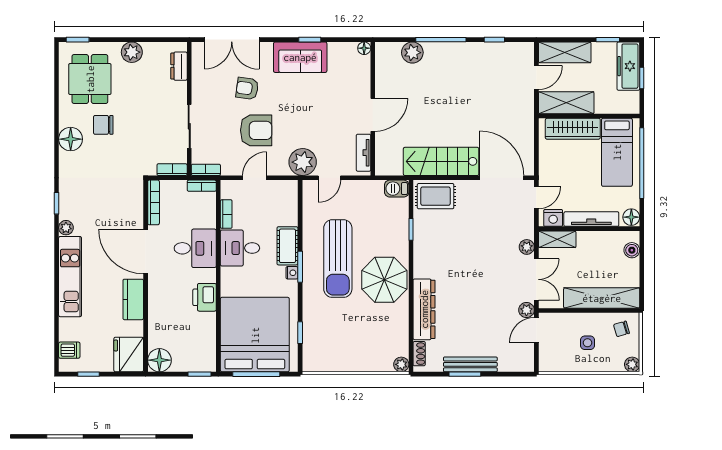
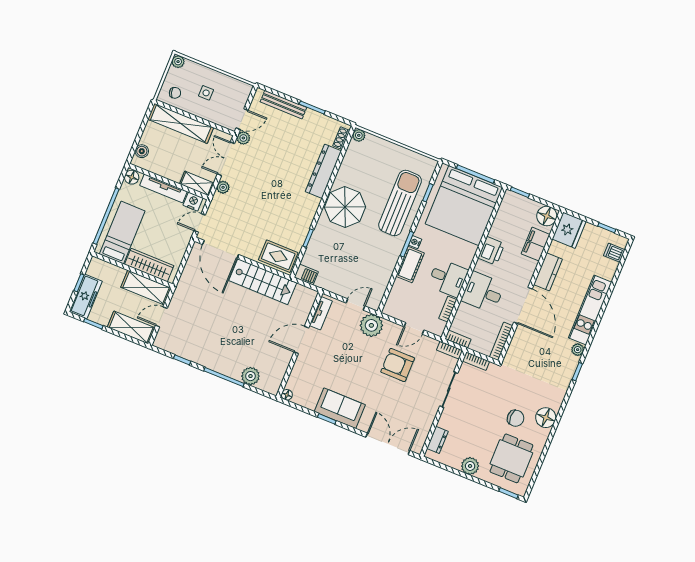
armchair: (247, 88) -> (391, 401), removed
sun lounger: (338, 259) -> (400, 203), moved
filing cabinet: (159, 324) -> (536, 244), added
bench: (470, 364) -> (283, 105), moved

